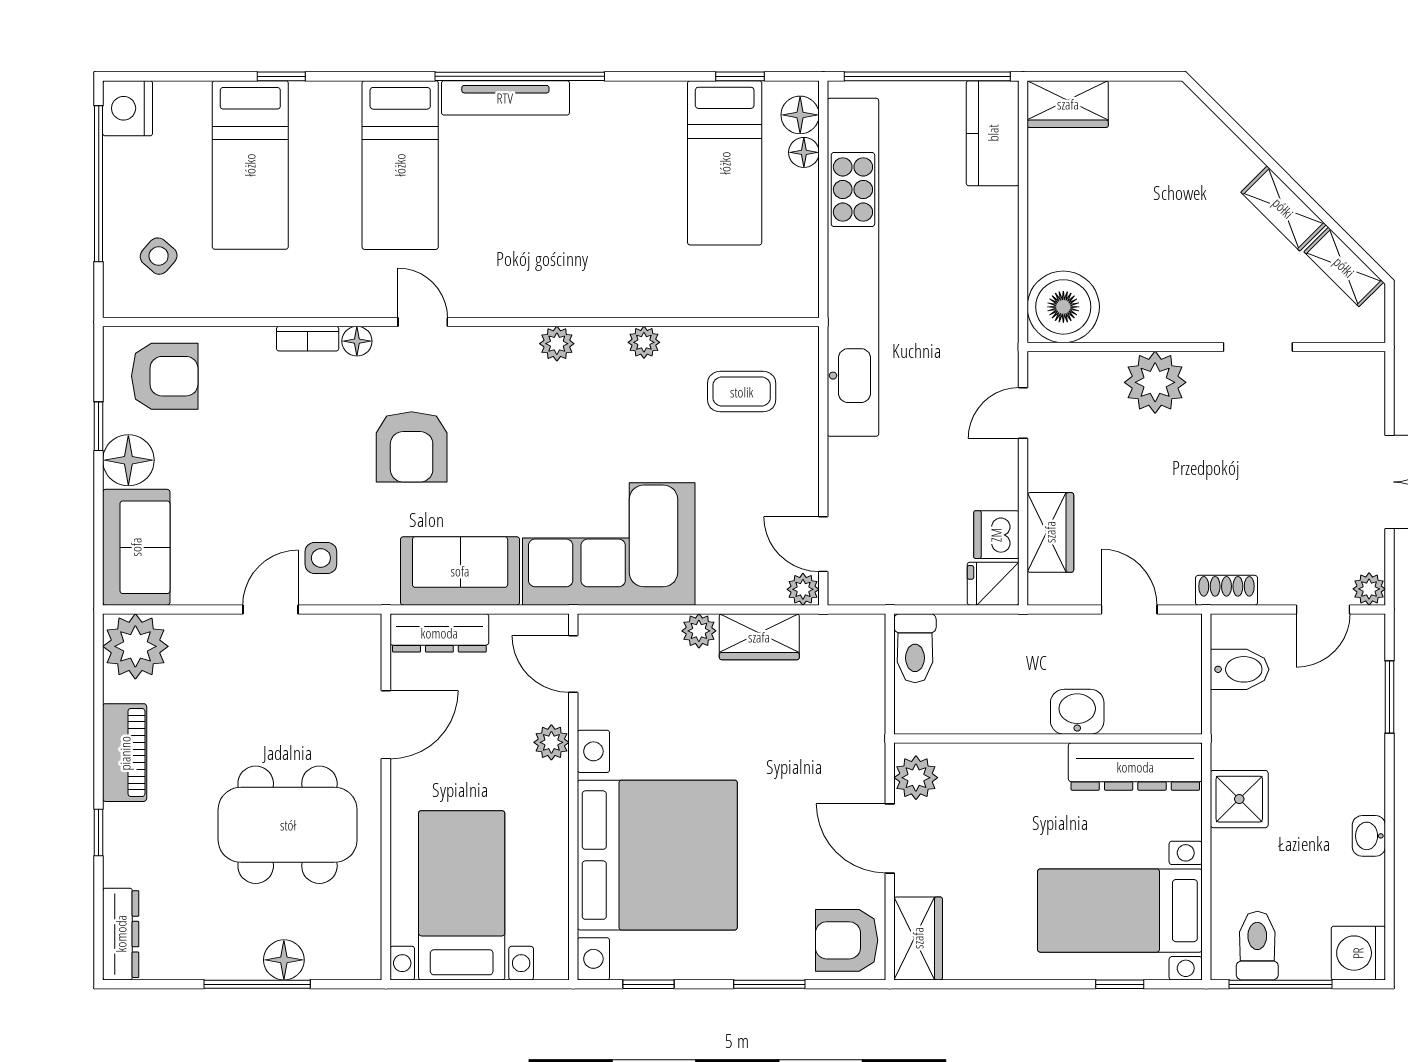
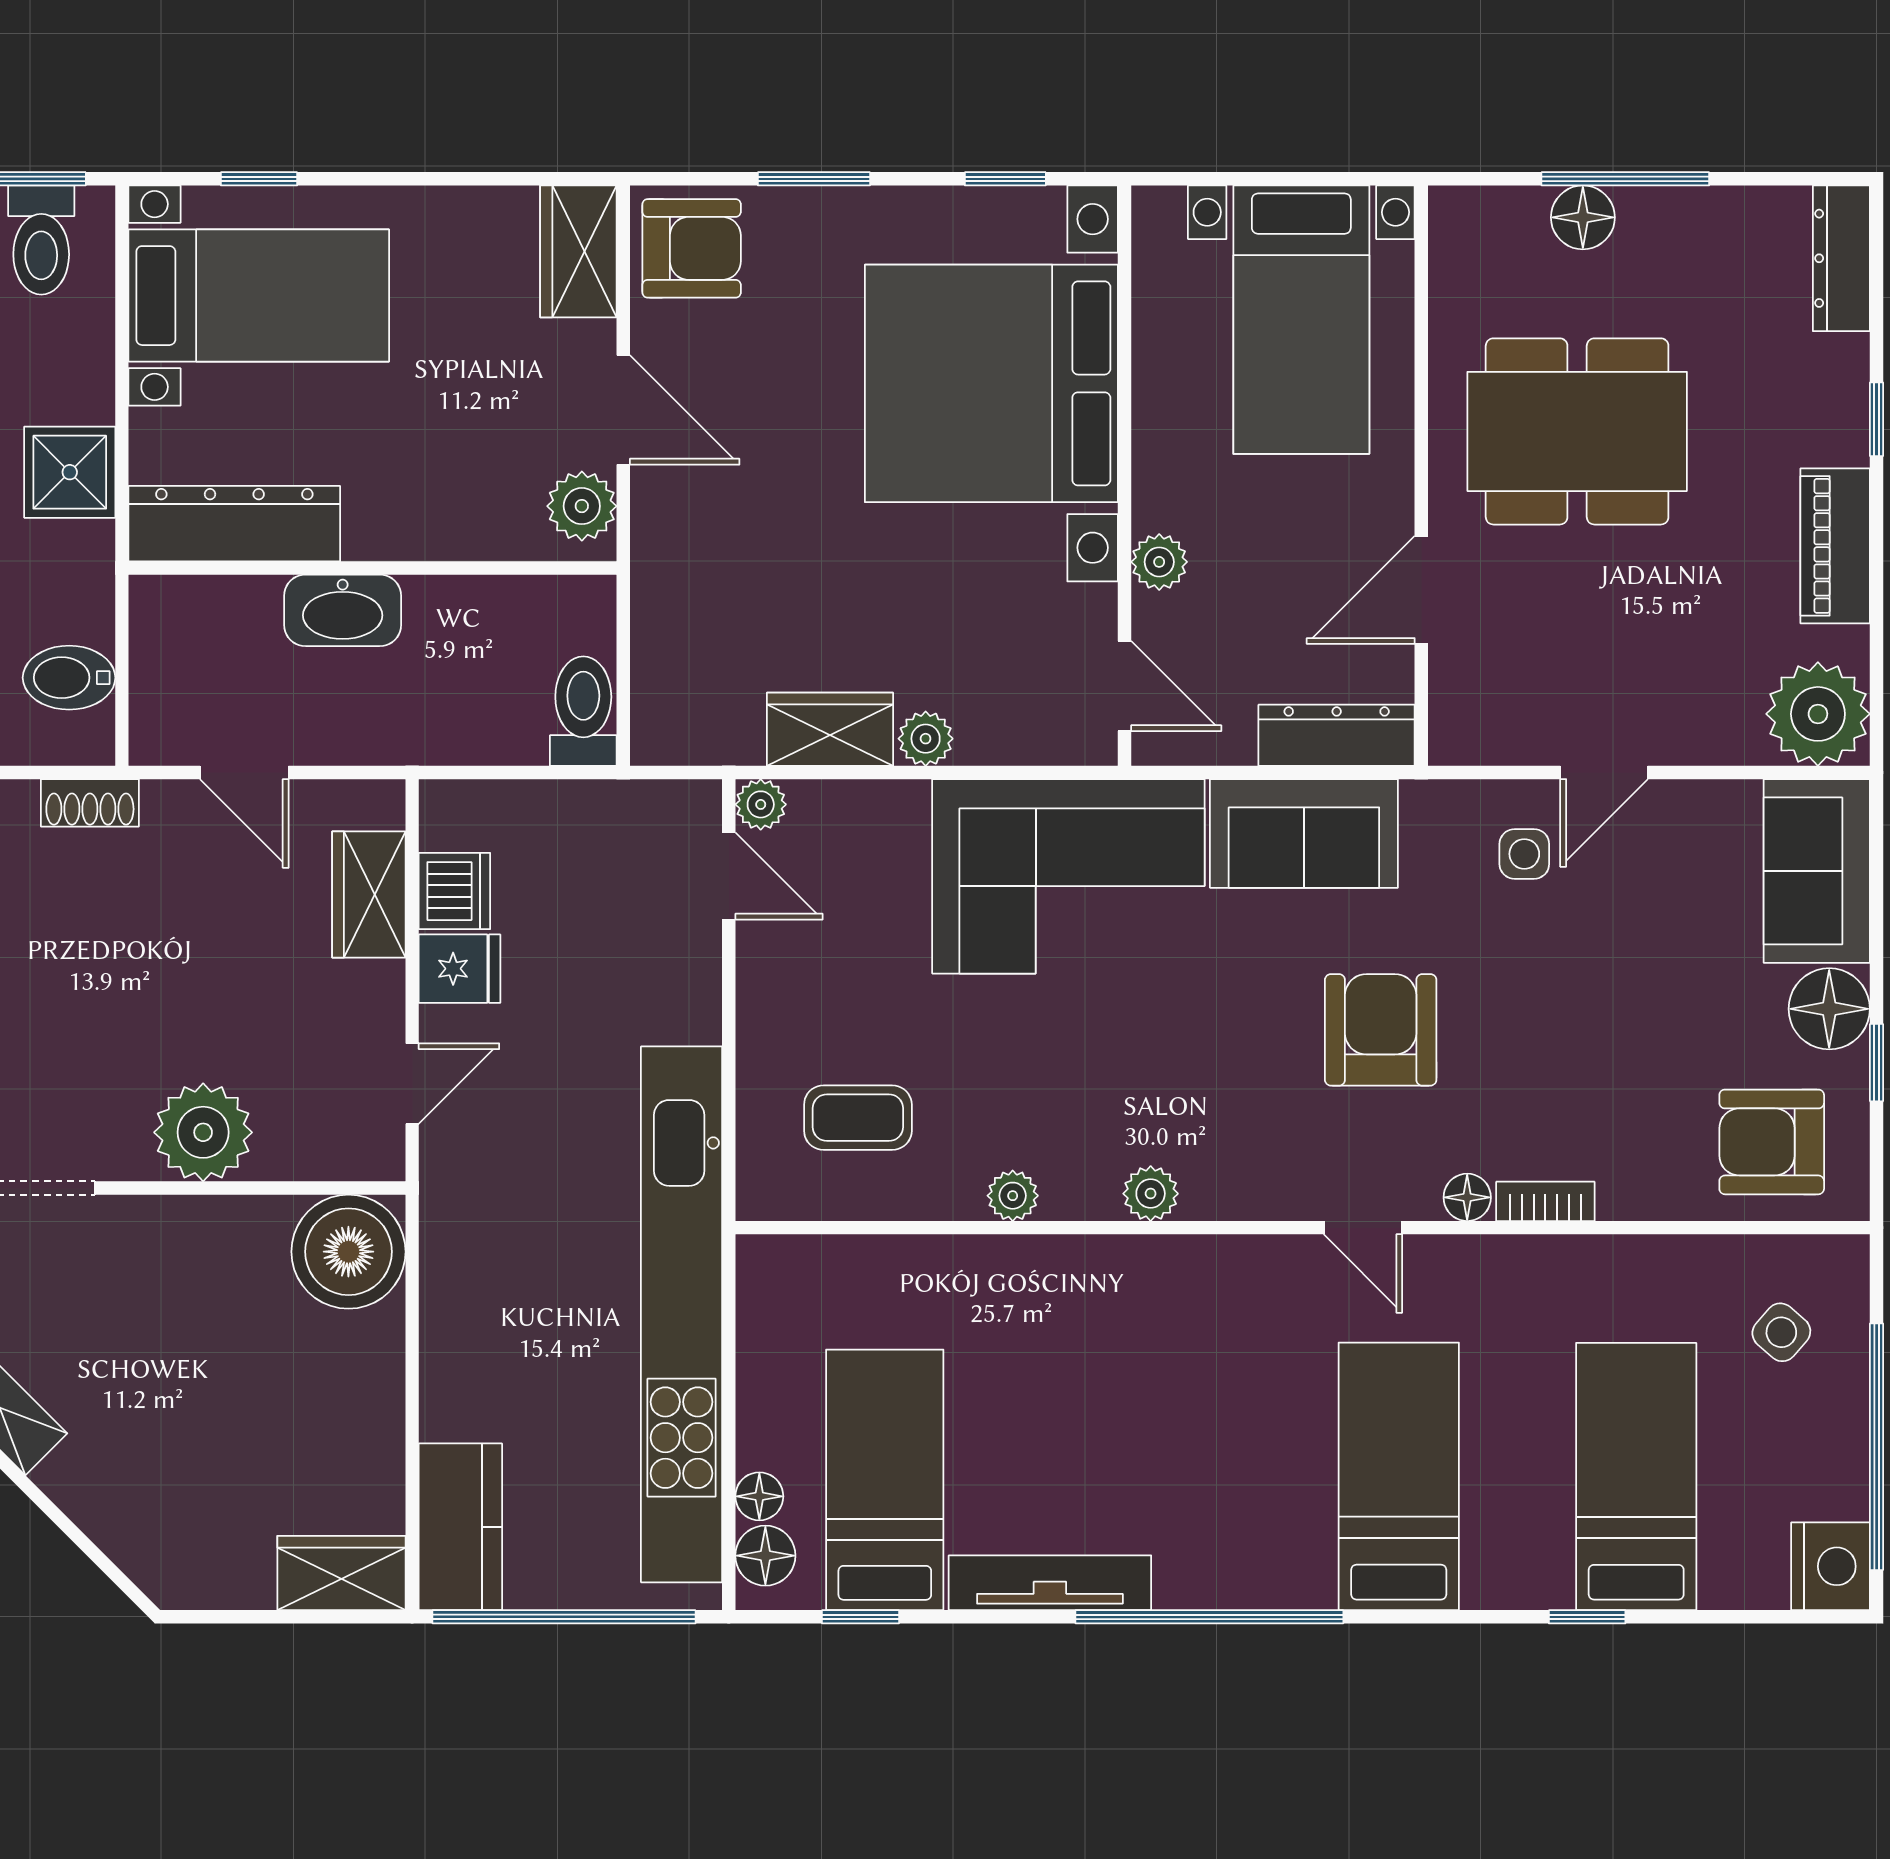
tv unit: (505, 98) -> (1050, 1583), moved
fridge: (993, 584) -> (460, 969), moved
washbasin: (1077, 712) -> (343, 610), width x1.38

